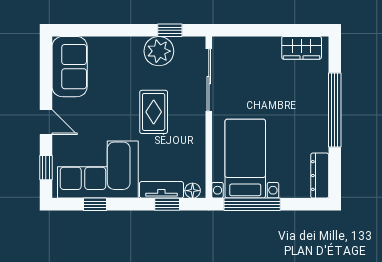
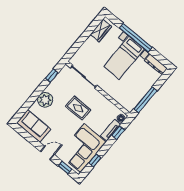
plant: (159, 51) -> (45, 100), moved
bed with nightstands: (245, 159) -> (124, 58), moved, turned -90

